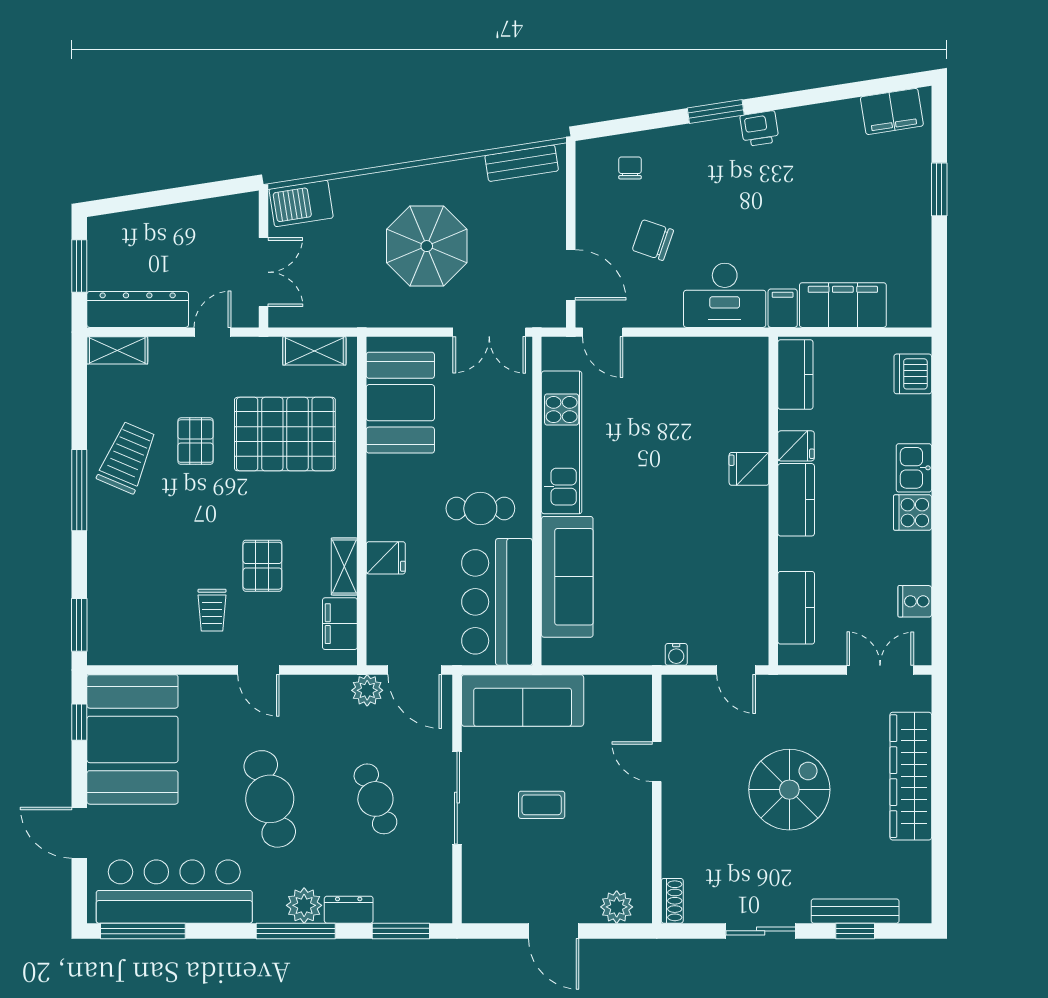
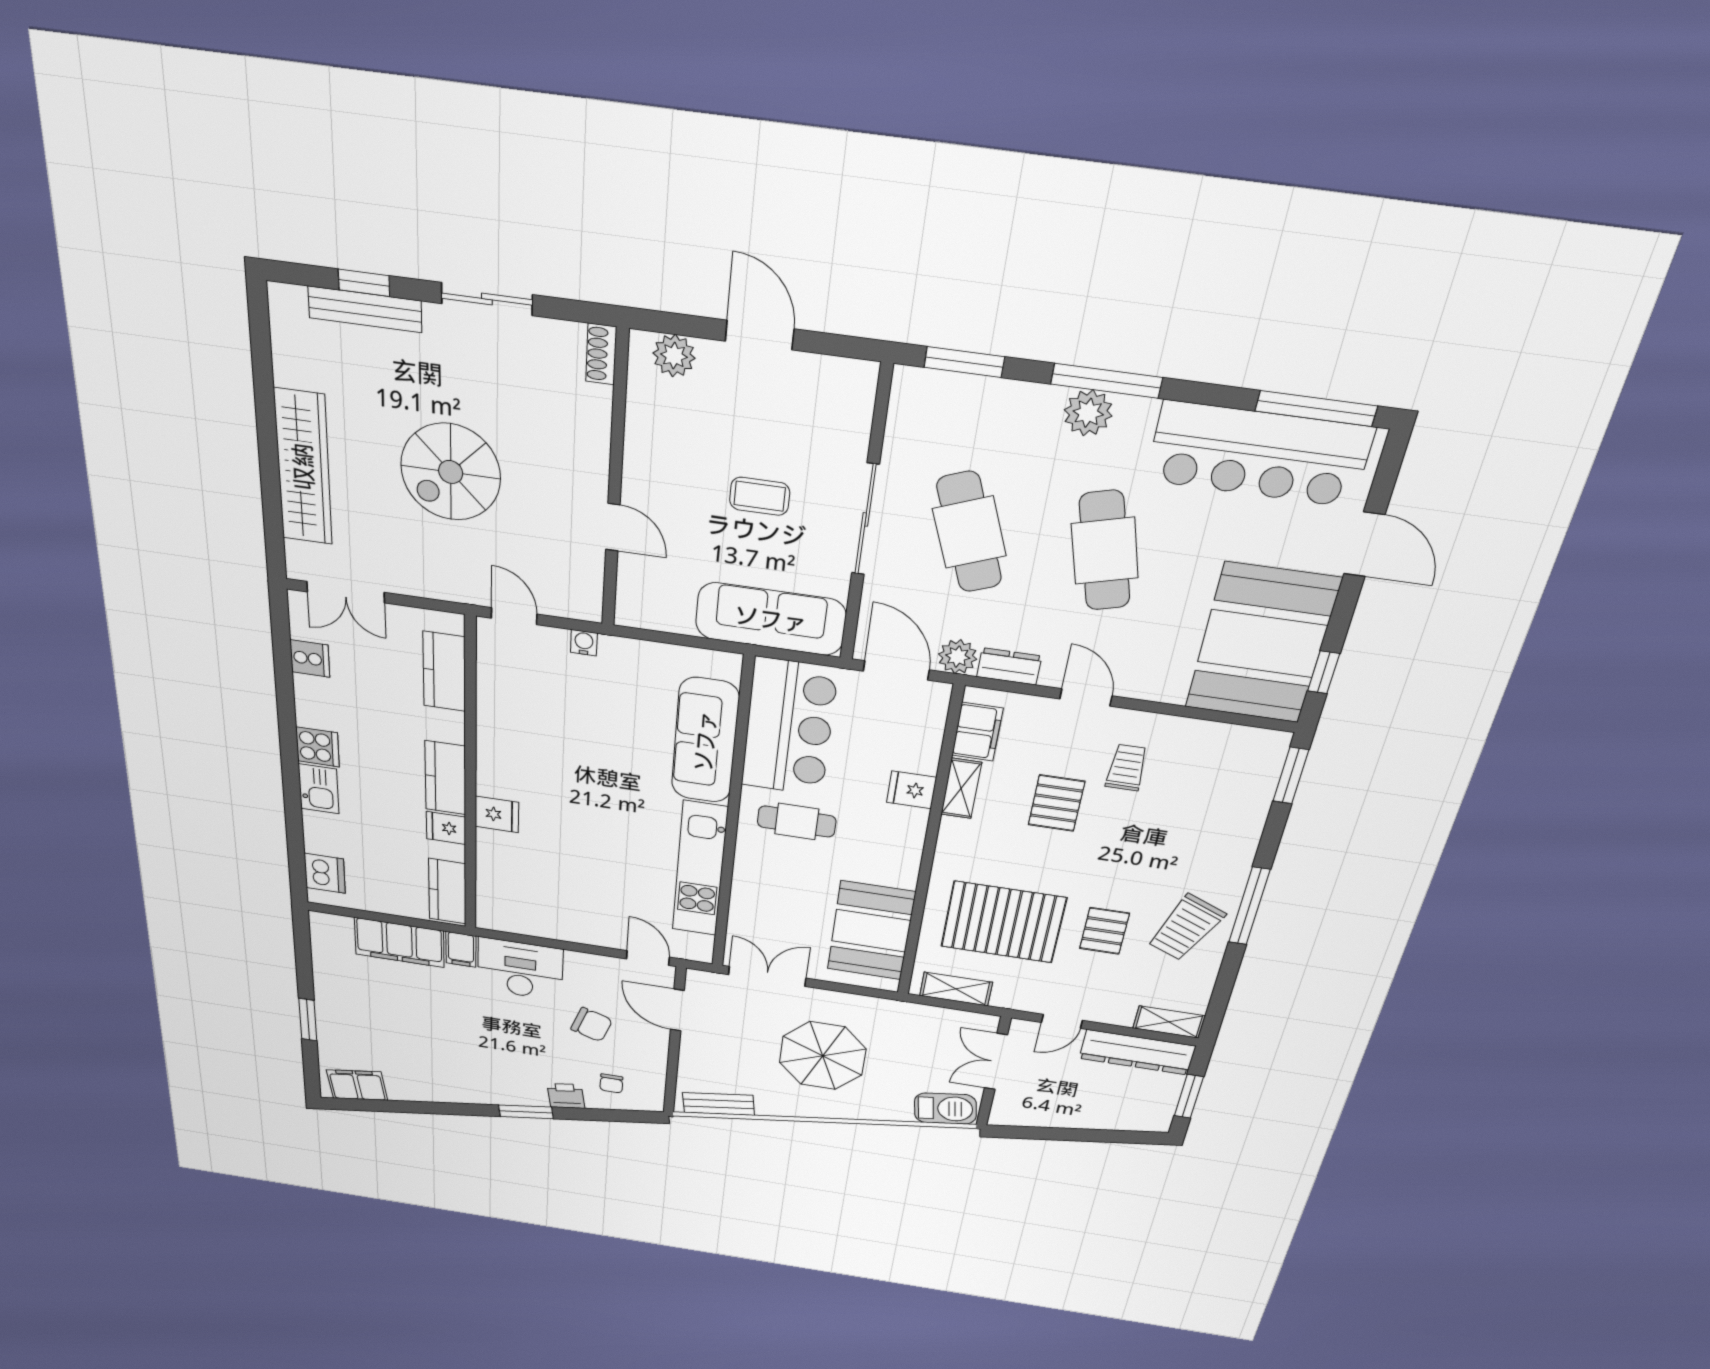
printer: (760, 129) -> (566, 1096), moved
cafe table: (375, 799) -> (969, 532), width x1.37, depth x1.35
dresser: (349, 910) -> (1009, 666), moved, turned 180

